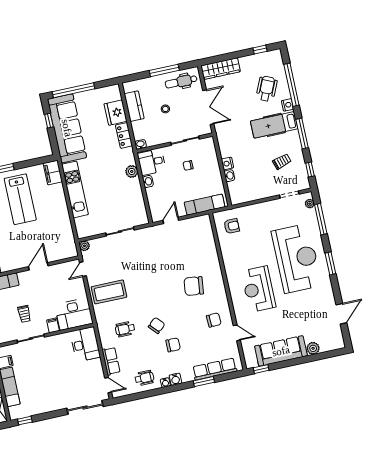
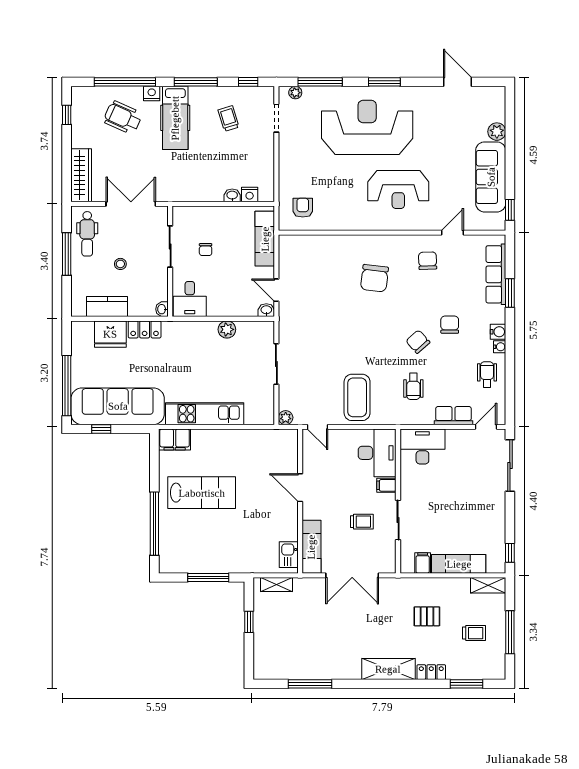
nightstand: (227, 163) -> (250, 195), moved
plant: (132, 171) -> (227, 329), moved
washbasin: (148, 181) -> (266, 310), moved

